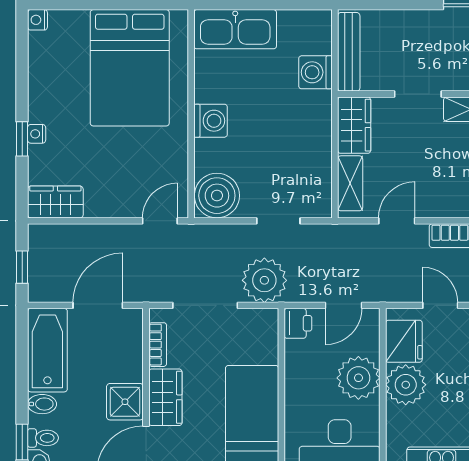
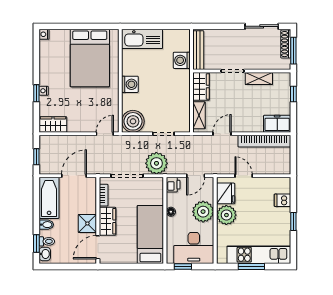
floor lamp: (293, 378) -> (171, 212), added

